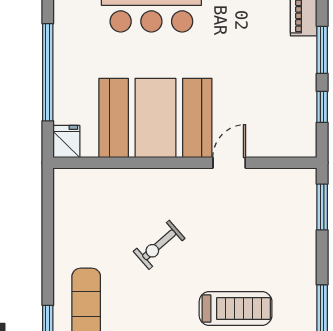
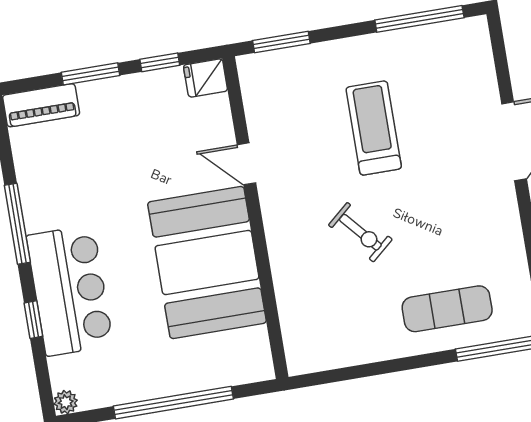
fridge: (66, 141) -> (206, 78), moved
treadmill: (236, 308) -> (374, 128), moved

